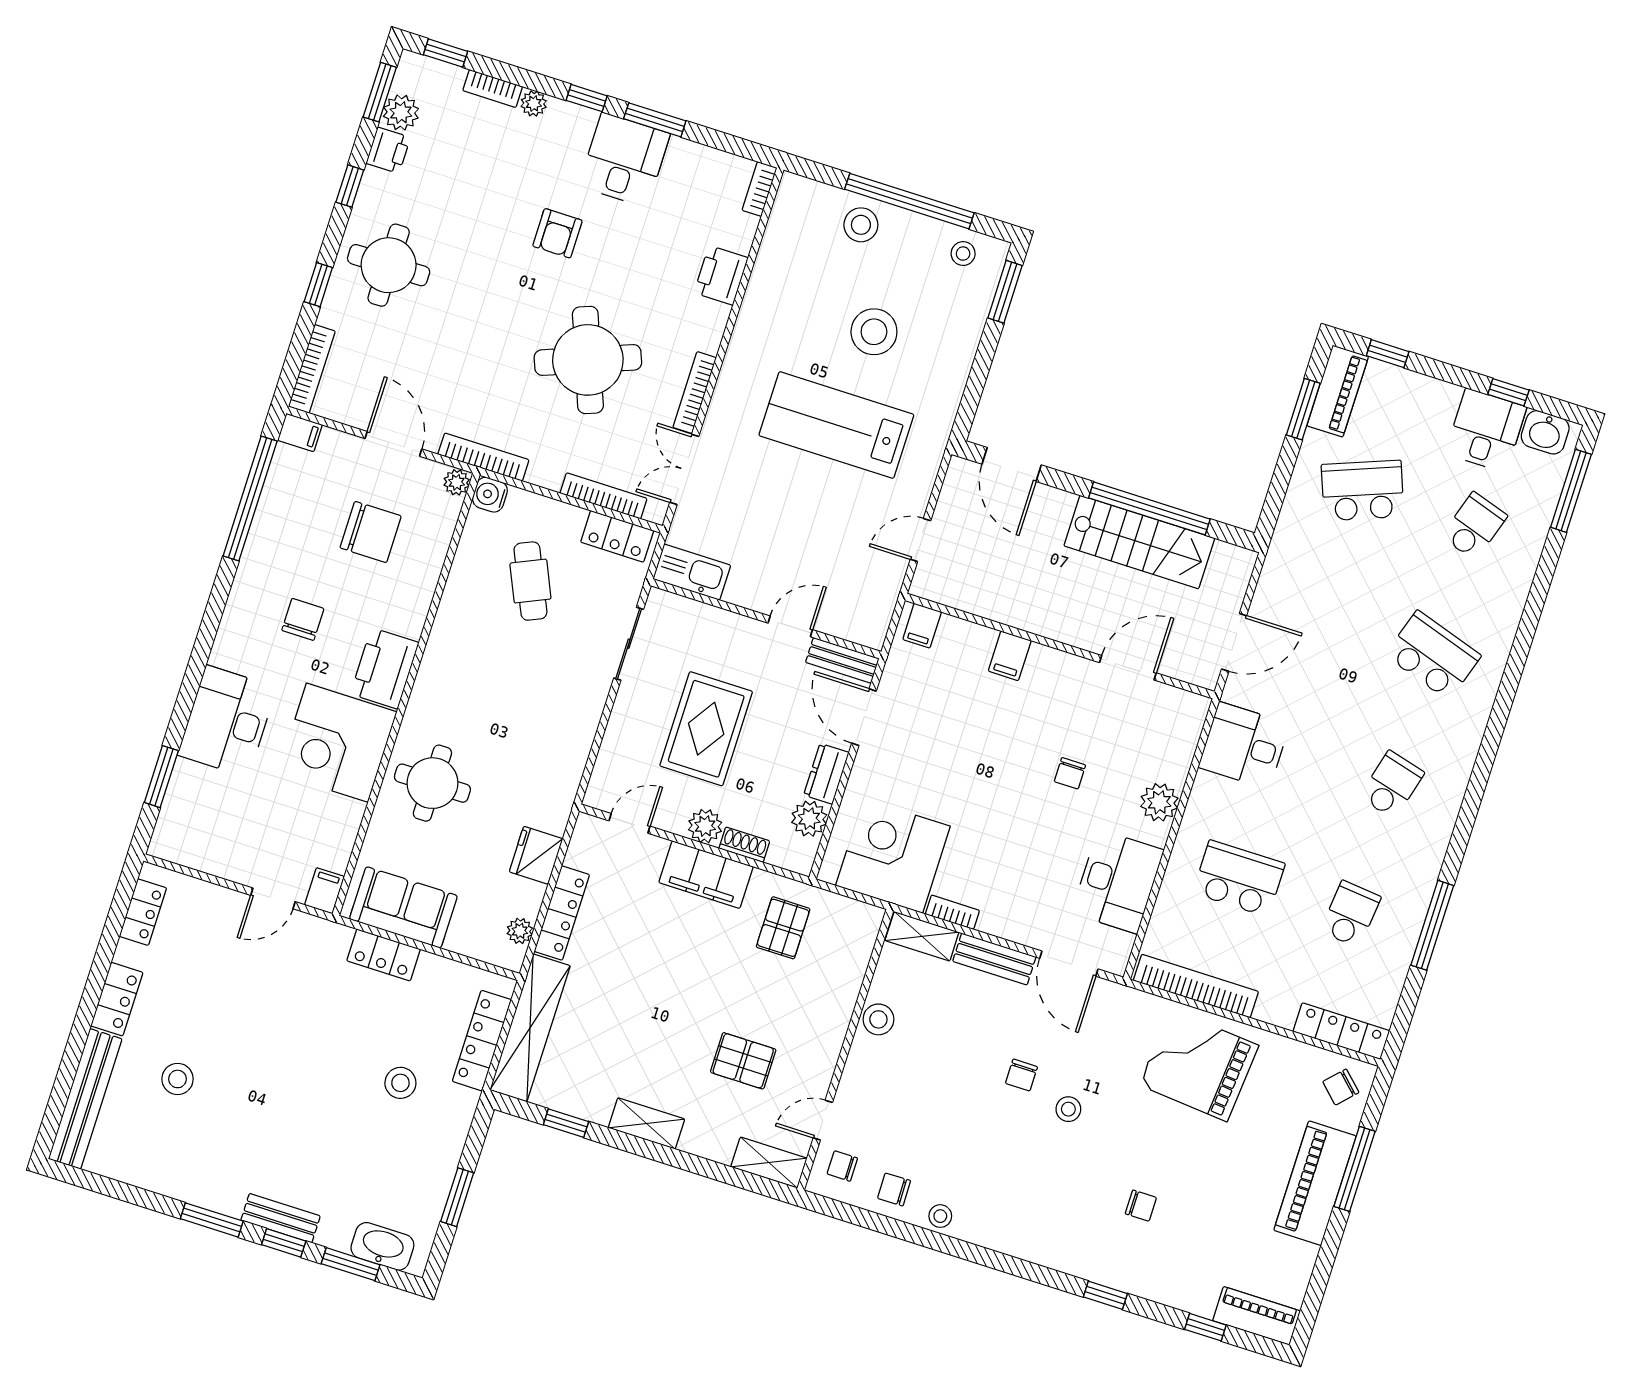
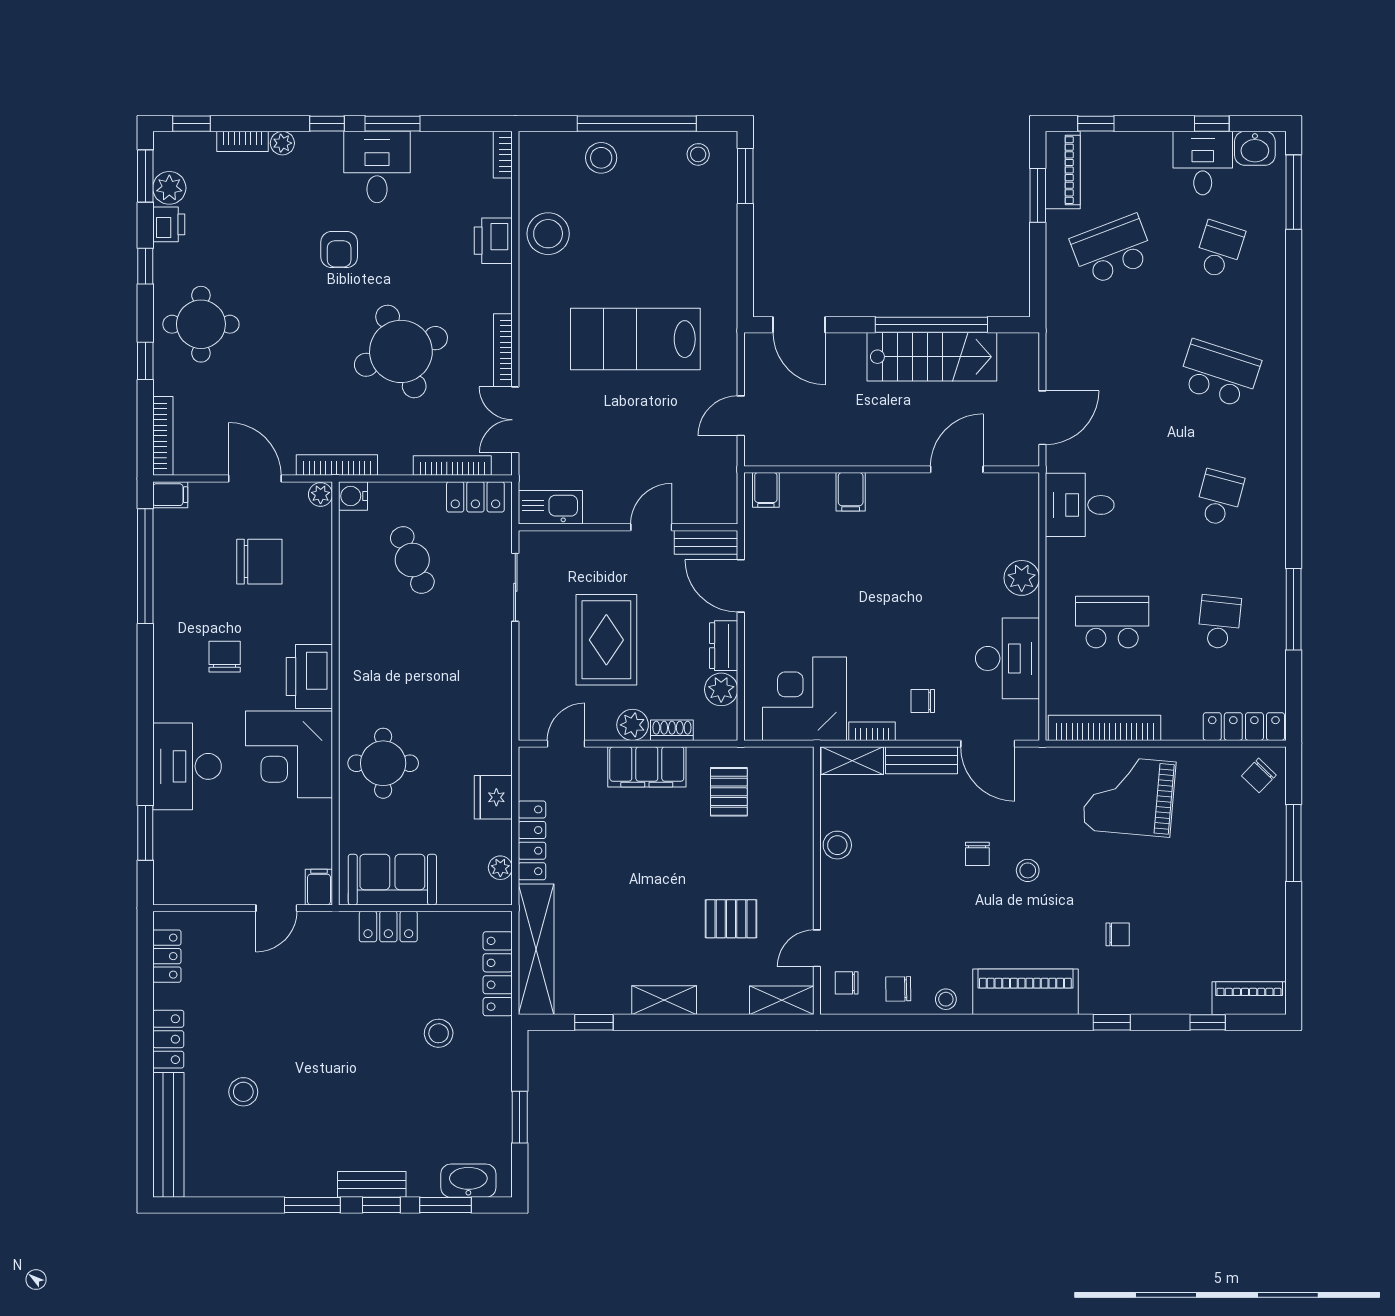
stool: (874, 332) -> (548, 234), moved
chair: (1070, 773) -> (923, 701), moved, turned 90
piano: (1315, 1183) -> (1025, 992), moved, turned 90

